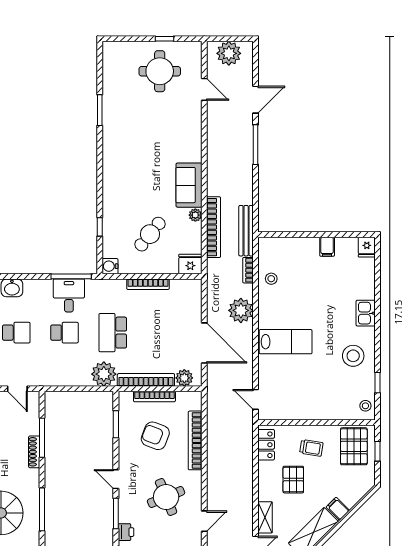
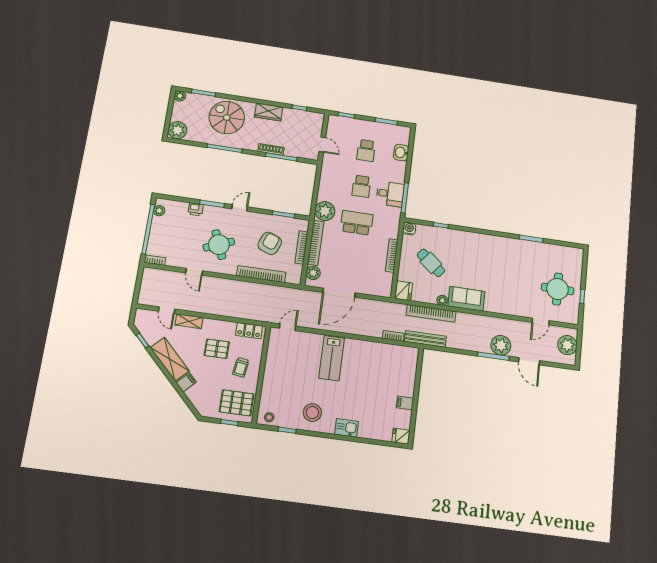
stool: (271, 279) -> (384, 354), removed
plant: (241, 310) -> (501, 345), moved
door: (17, 389) -> (322, 145), swing flipped

